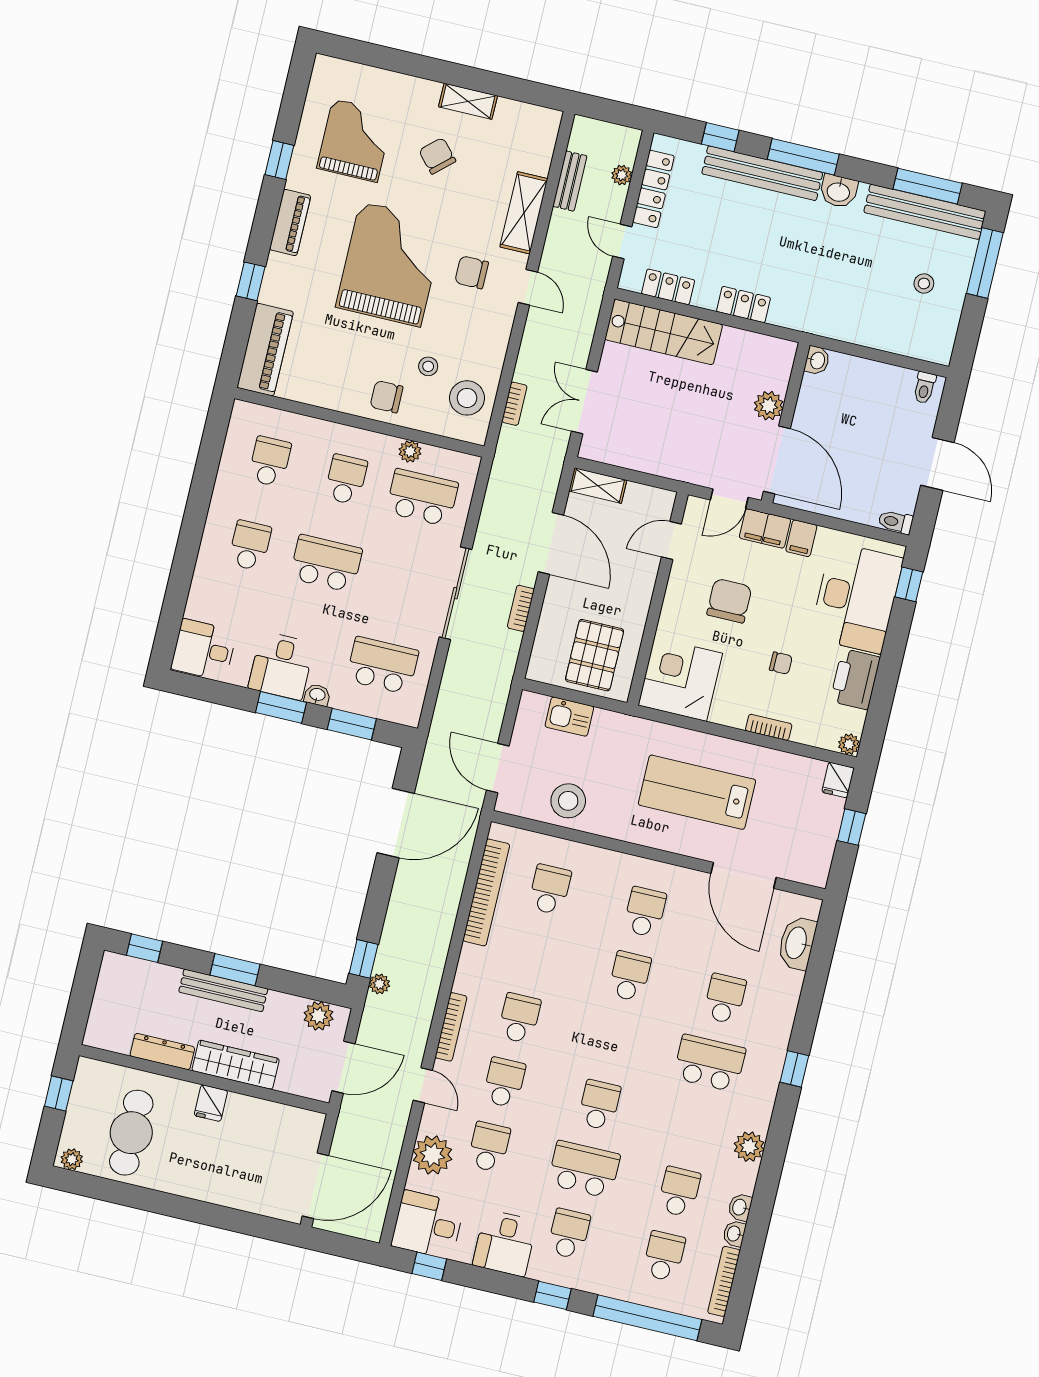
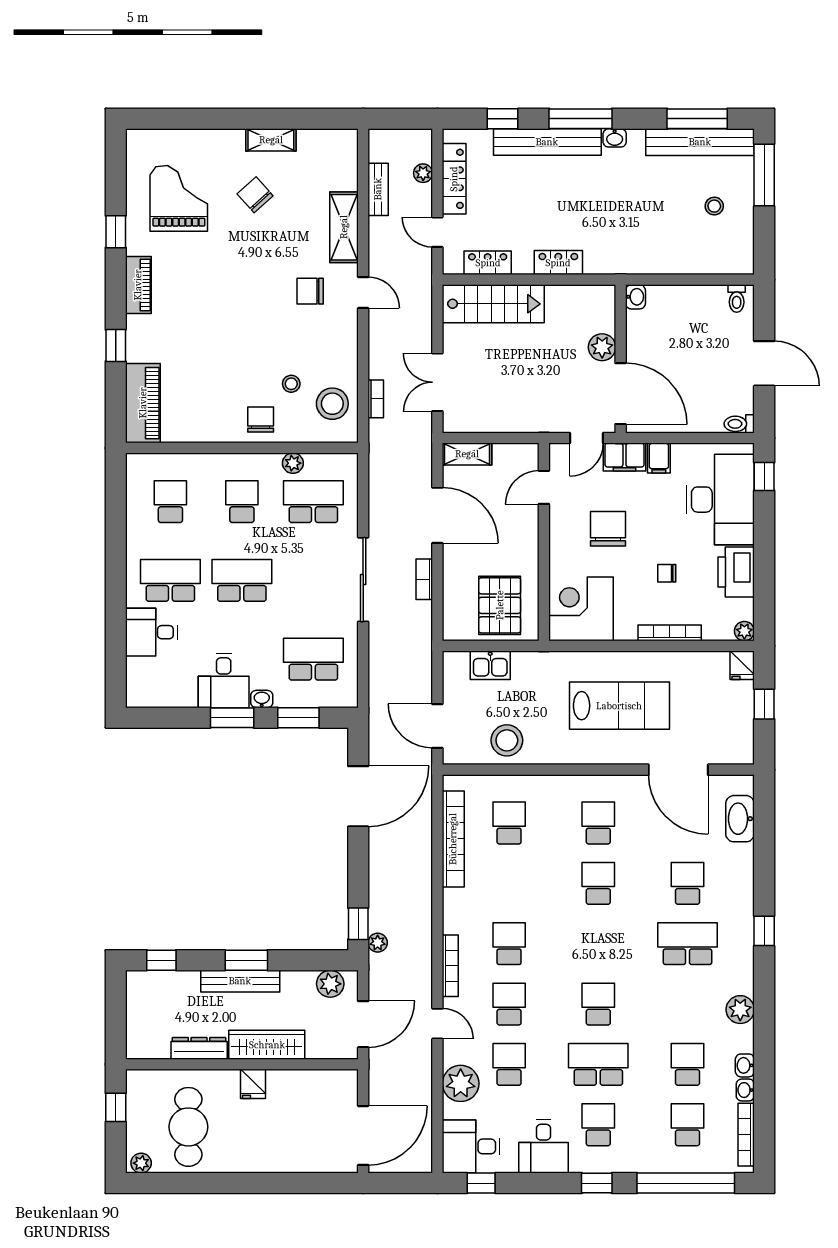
washbasin: (839, 191) -> (615, 138), width x0.72, depth x0.69
grand piano: (390, 264) -> (236, 301), removed
chair: (387, 397) -> (261, 419), turned 90
school desk: (250, 545) -> (170, 580), width x1.85
desk: (204, 650) -> (151, 632), moved
chair: (781, 663) -> (667, 573), turned 180
bookcase: (769, 727) -> (670, 633), width x1.56
lab bench: (697, 792) -> (619, 706), turned 180

